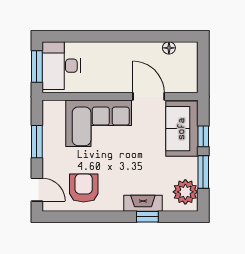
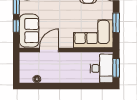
door: (149, 96) -> (49, 50), swing flipped
corner sofa: (99, 123) -> (93, 34), moved

